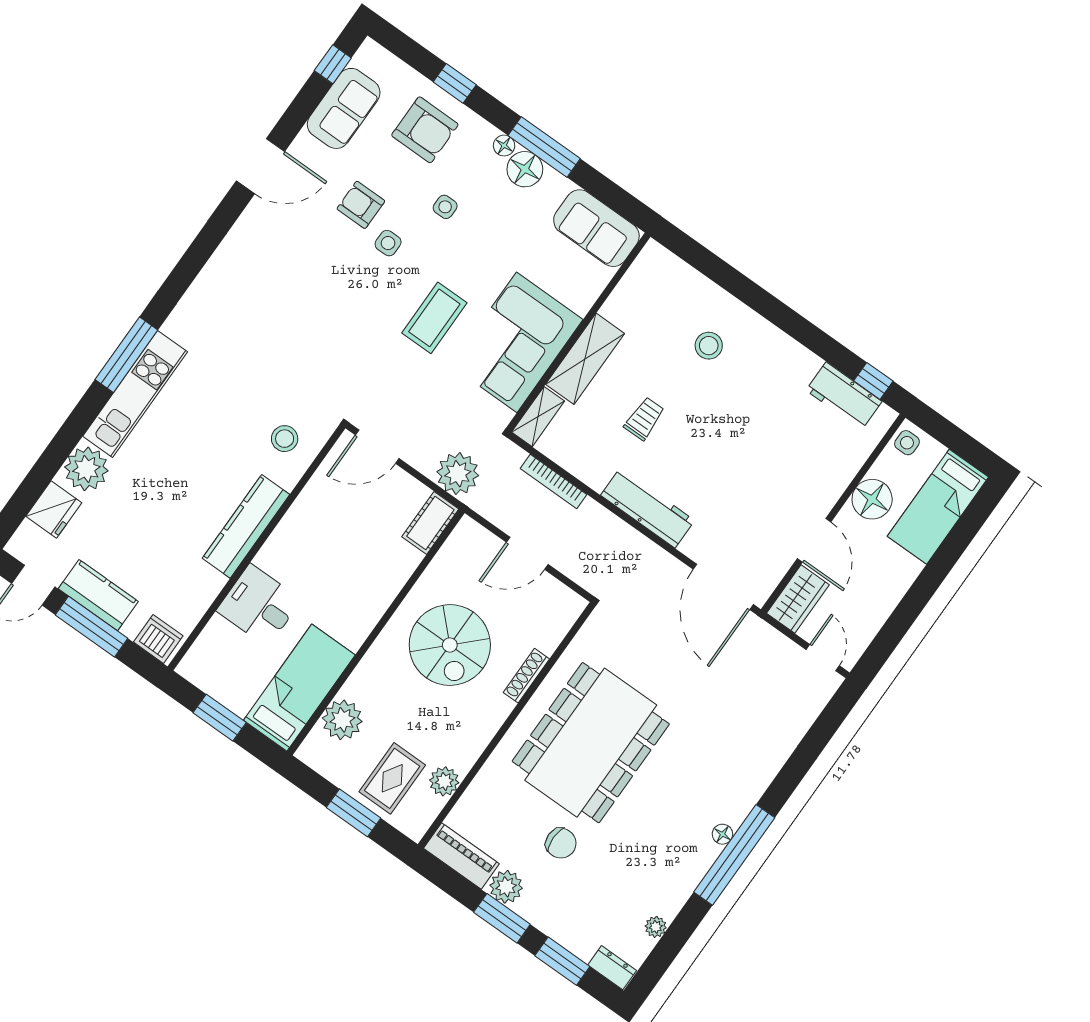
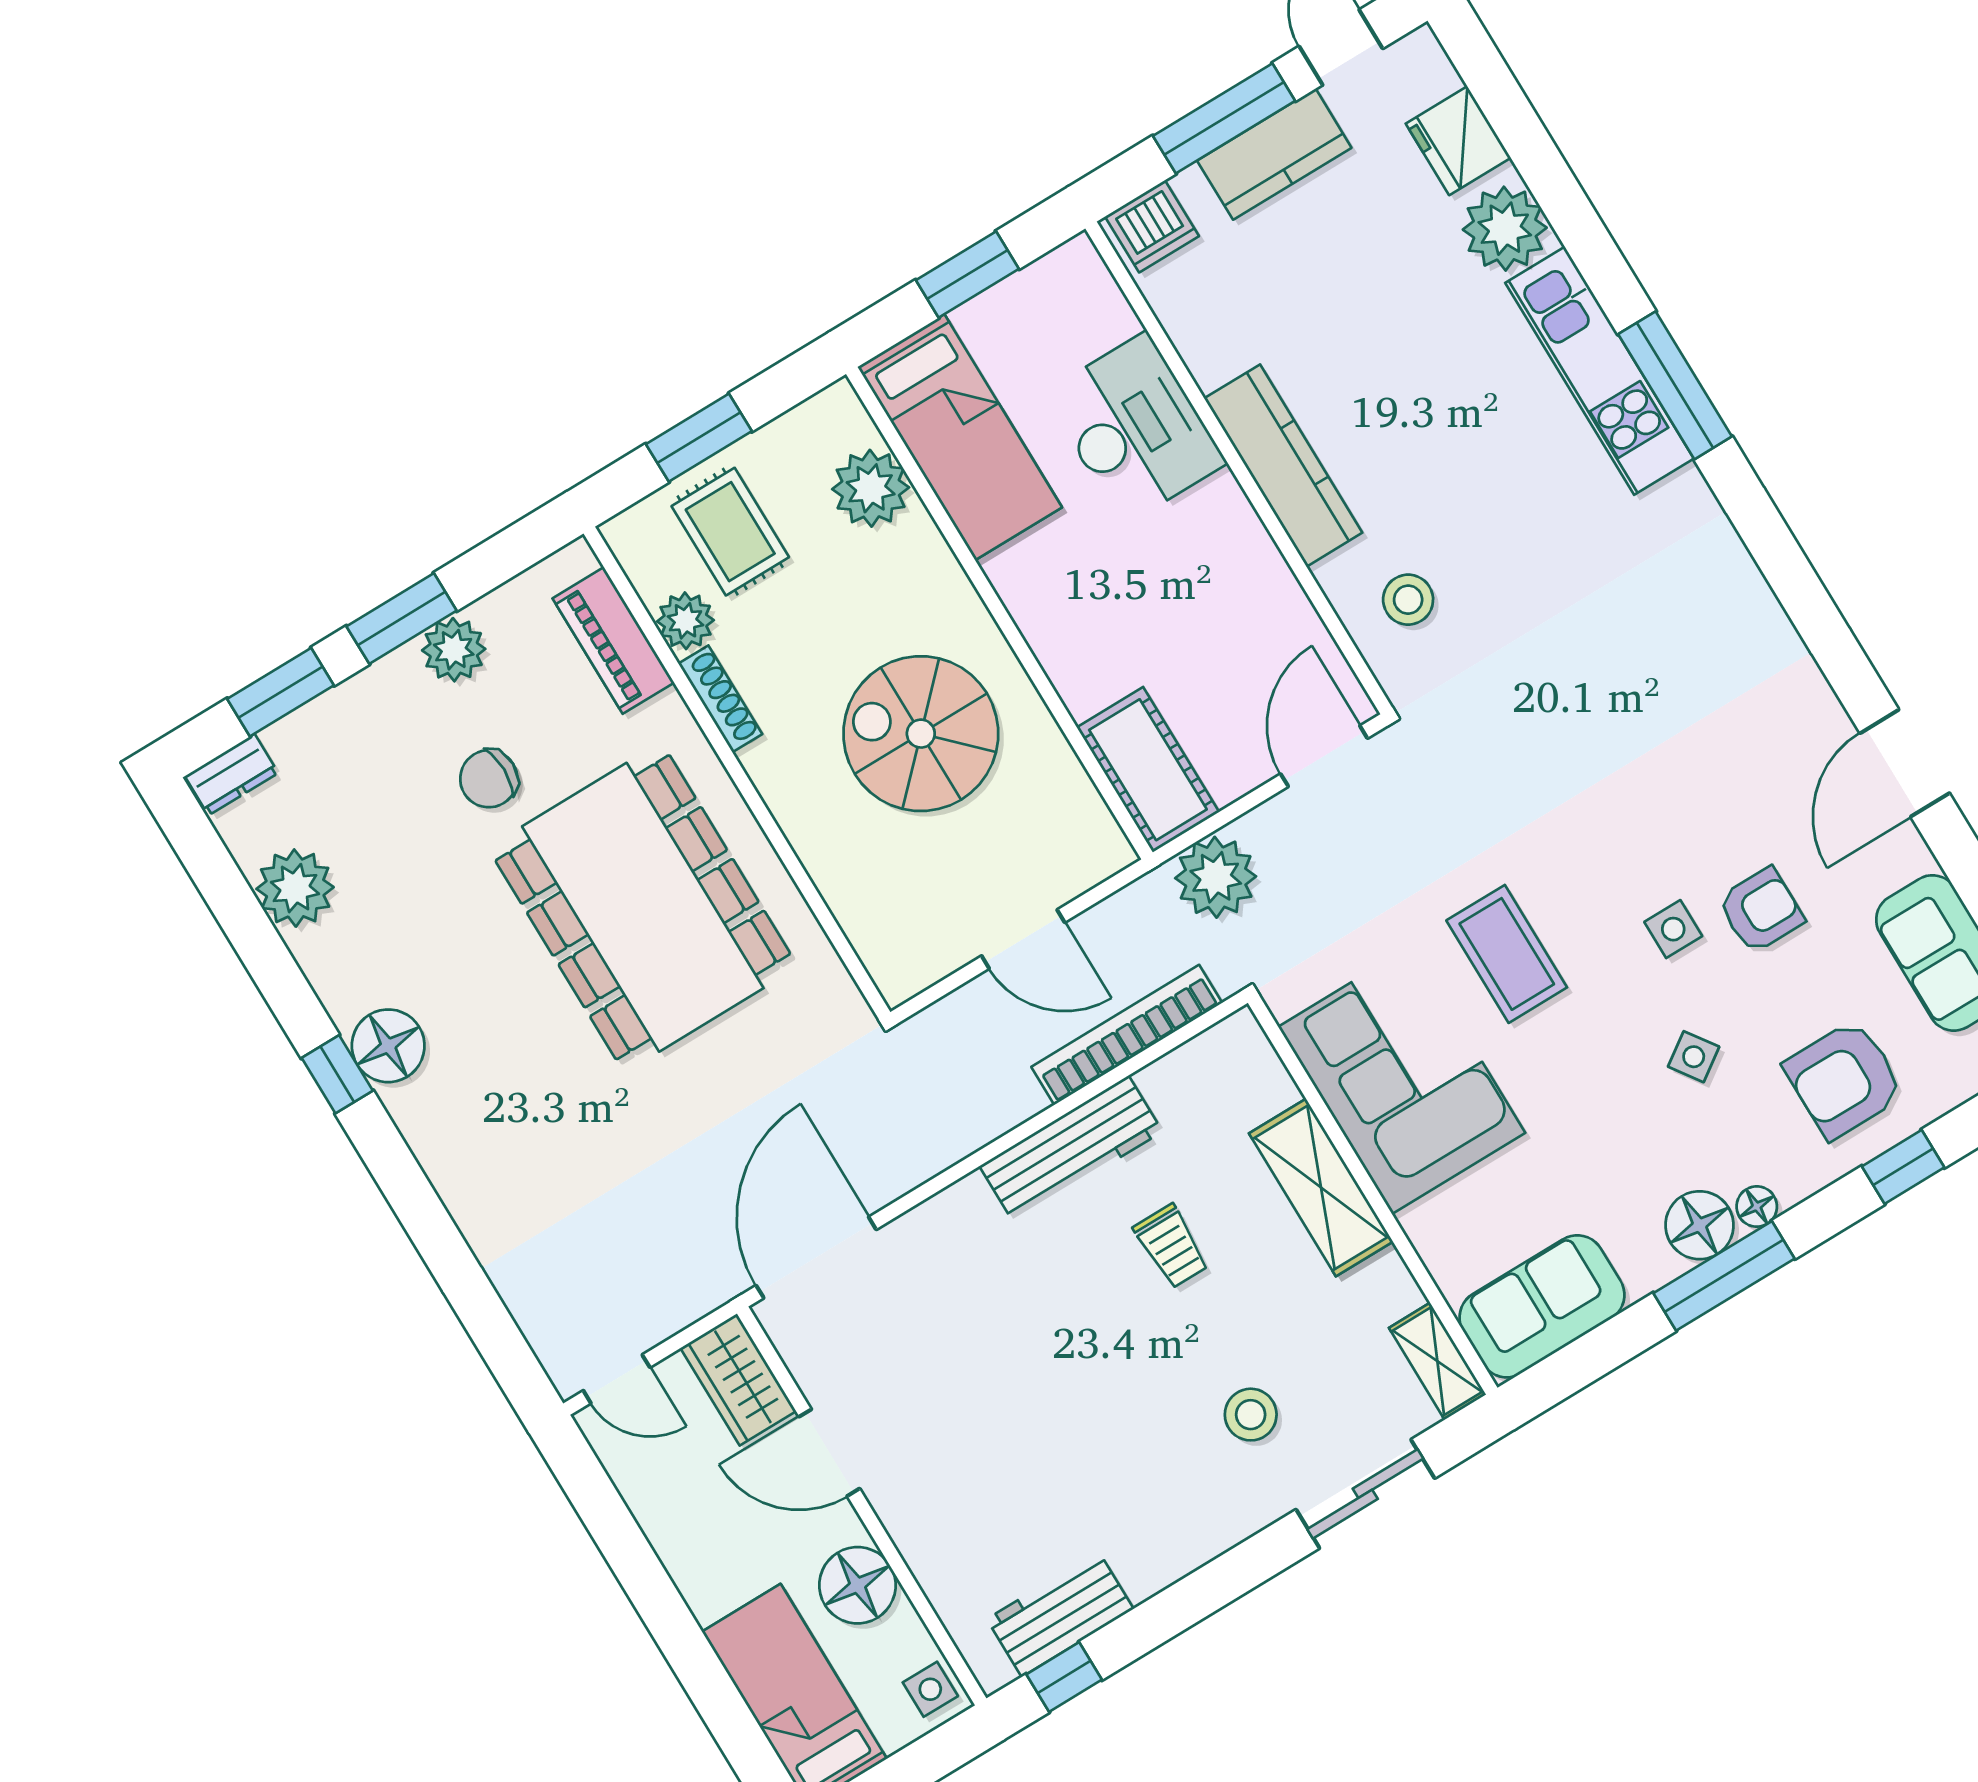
side table: (445, 207) -> (1694, 1057), turned -35
sliding door: (723, 274) -> (1365, 1494), added
shelving: (538, 417) -> (1437, 1361), moved
bookcase: (554, 481) -> (1127, 1035), width x1.48, depth x1.31
workbench: (648, 508) -> (1071, 1149), moved
cot: (430, 523) -> (1148, 770), width x1.37, depth x1.34
door: (527, 553) -> (1023, 939), swing flipped
door: (723, 587) -> (816, 1258), hinge flipped
desk: (259, 605) -> (1135, 429), width x1.37
shoe rack: (526, 676) -> (720, 699), moved
floor lamp: (722, 834) -> (388, 1046), width x1.89, depth x1.89
window: (734, 855) -> (337, 1074), width x0.32
piano: (461, 856) -> (613, 640), moved, turned 90
plant: (656, 927) -> (295, 888), width x1.88, depth x1.88

